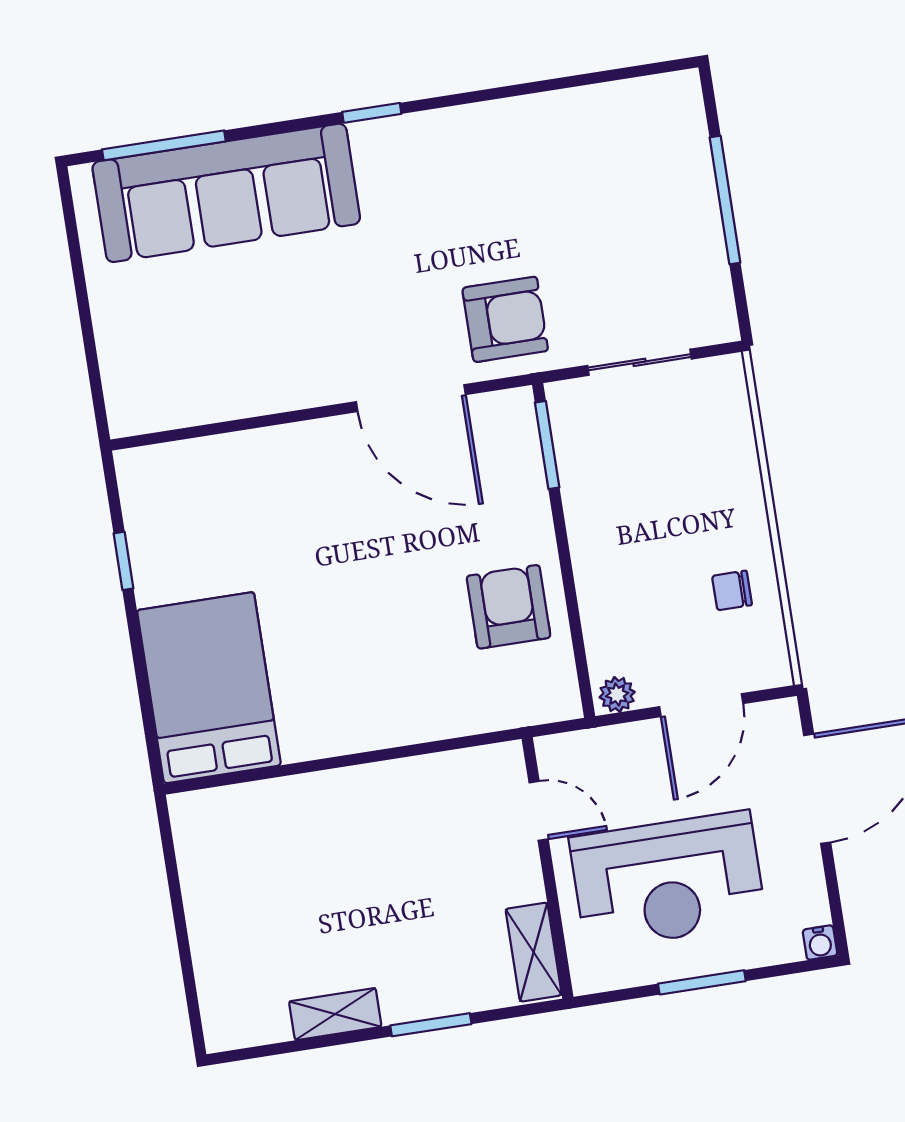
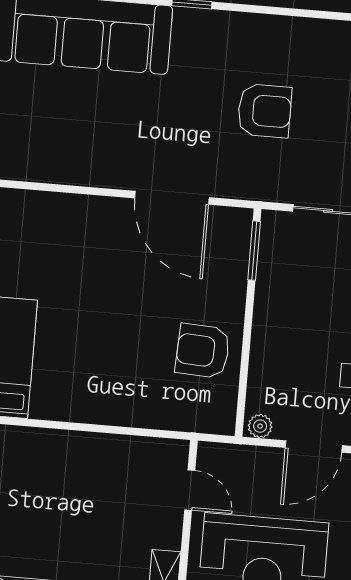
armchair: (505, 319) -> (265, 111), moved
armchair: (509, 607) -> (203, 351), turned -87

